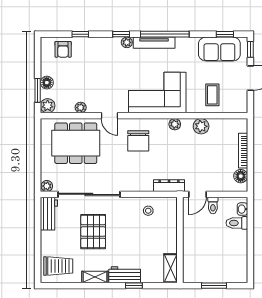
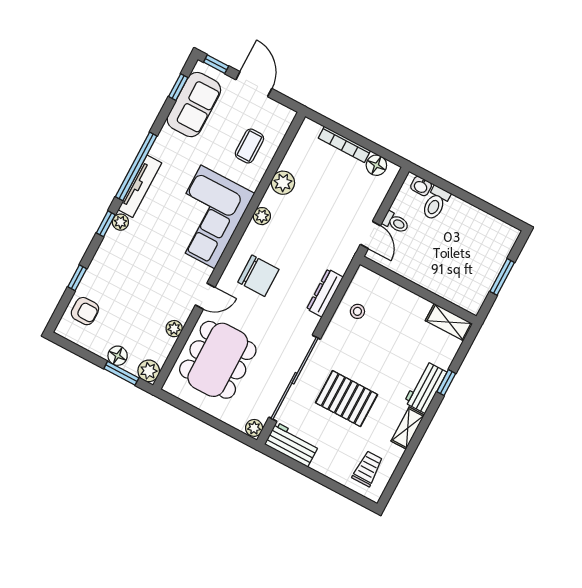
coffee table: (212, 95) -> (249, 146), turned 90
dresser: (169, 186) -> (325, 293), moved
trolley: (58, 266) -> (368, 469), width x0.73, depth x0.72

